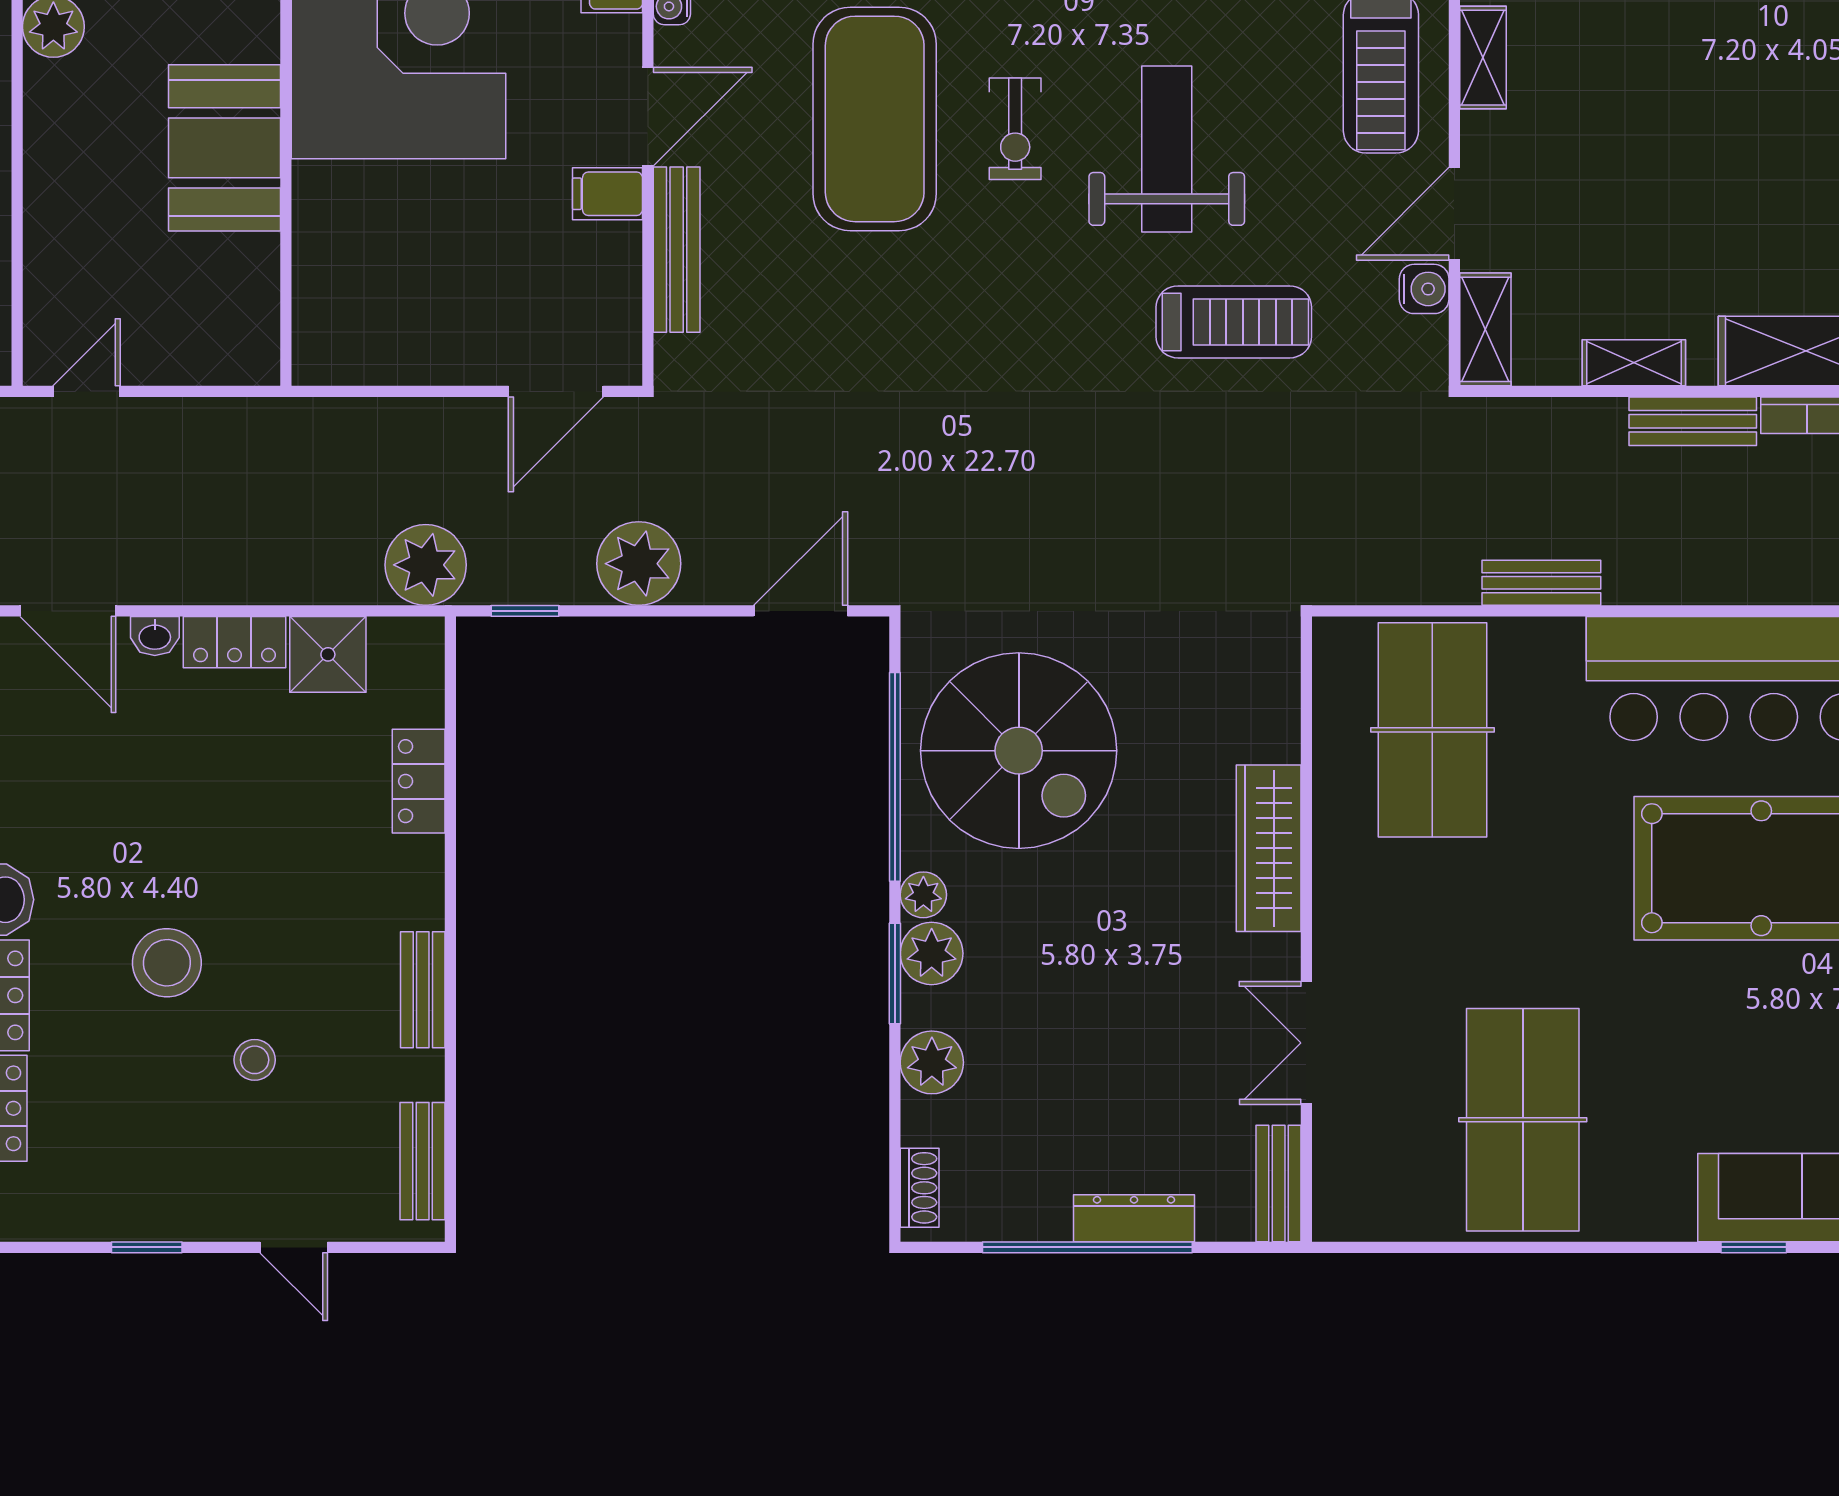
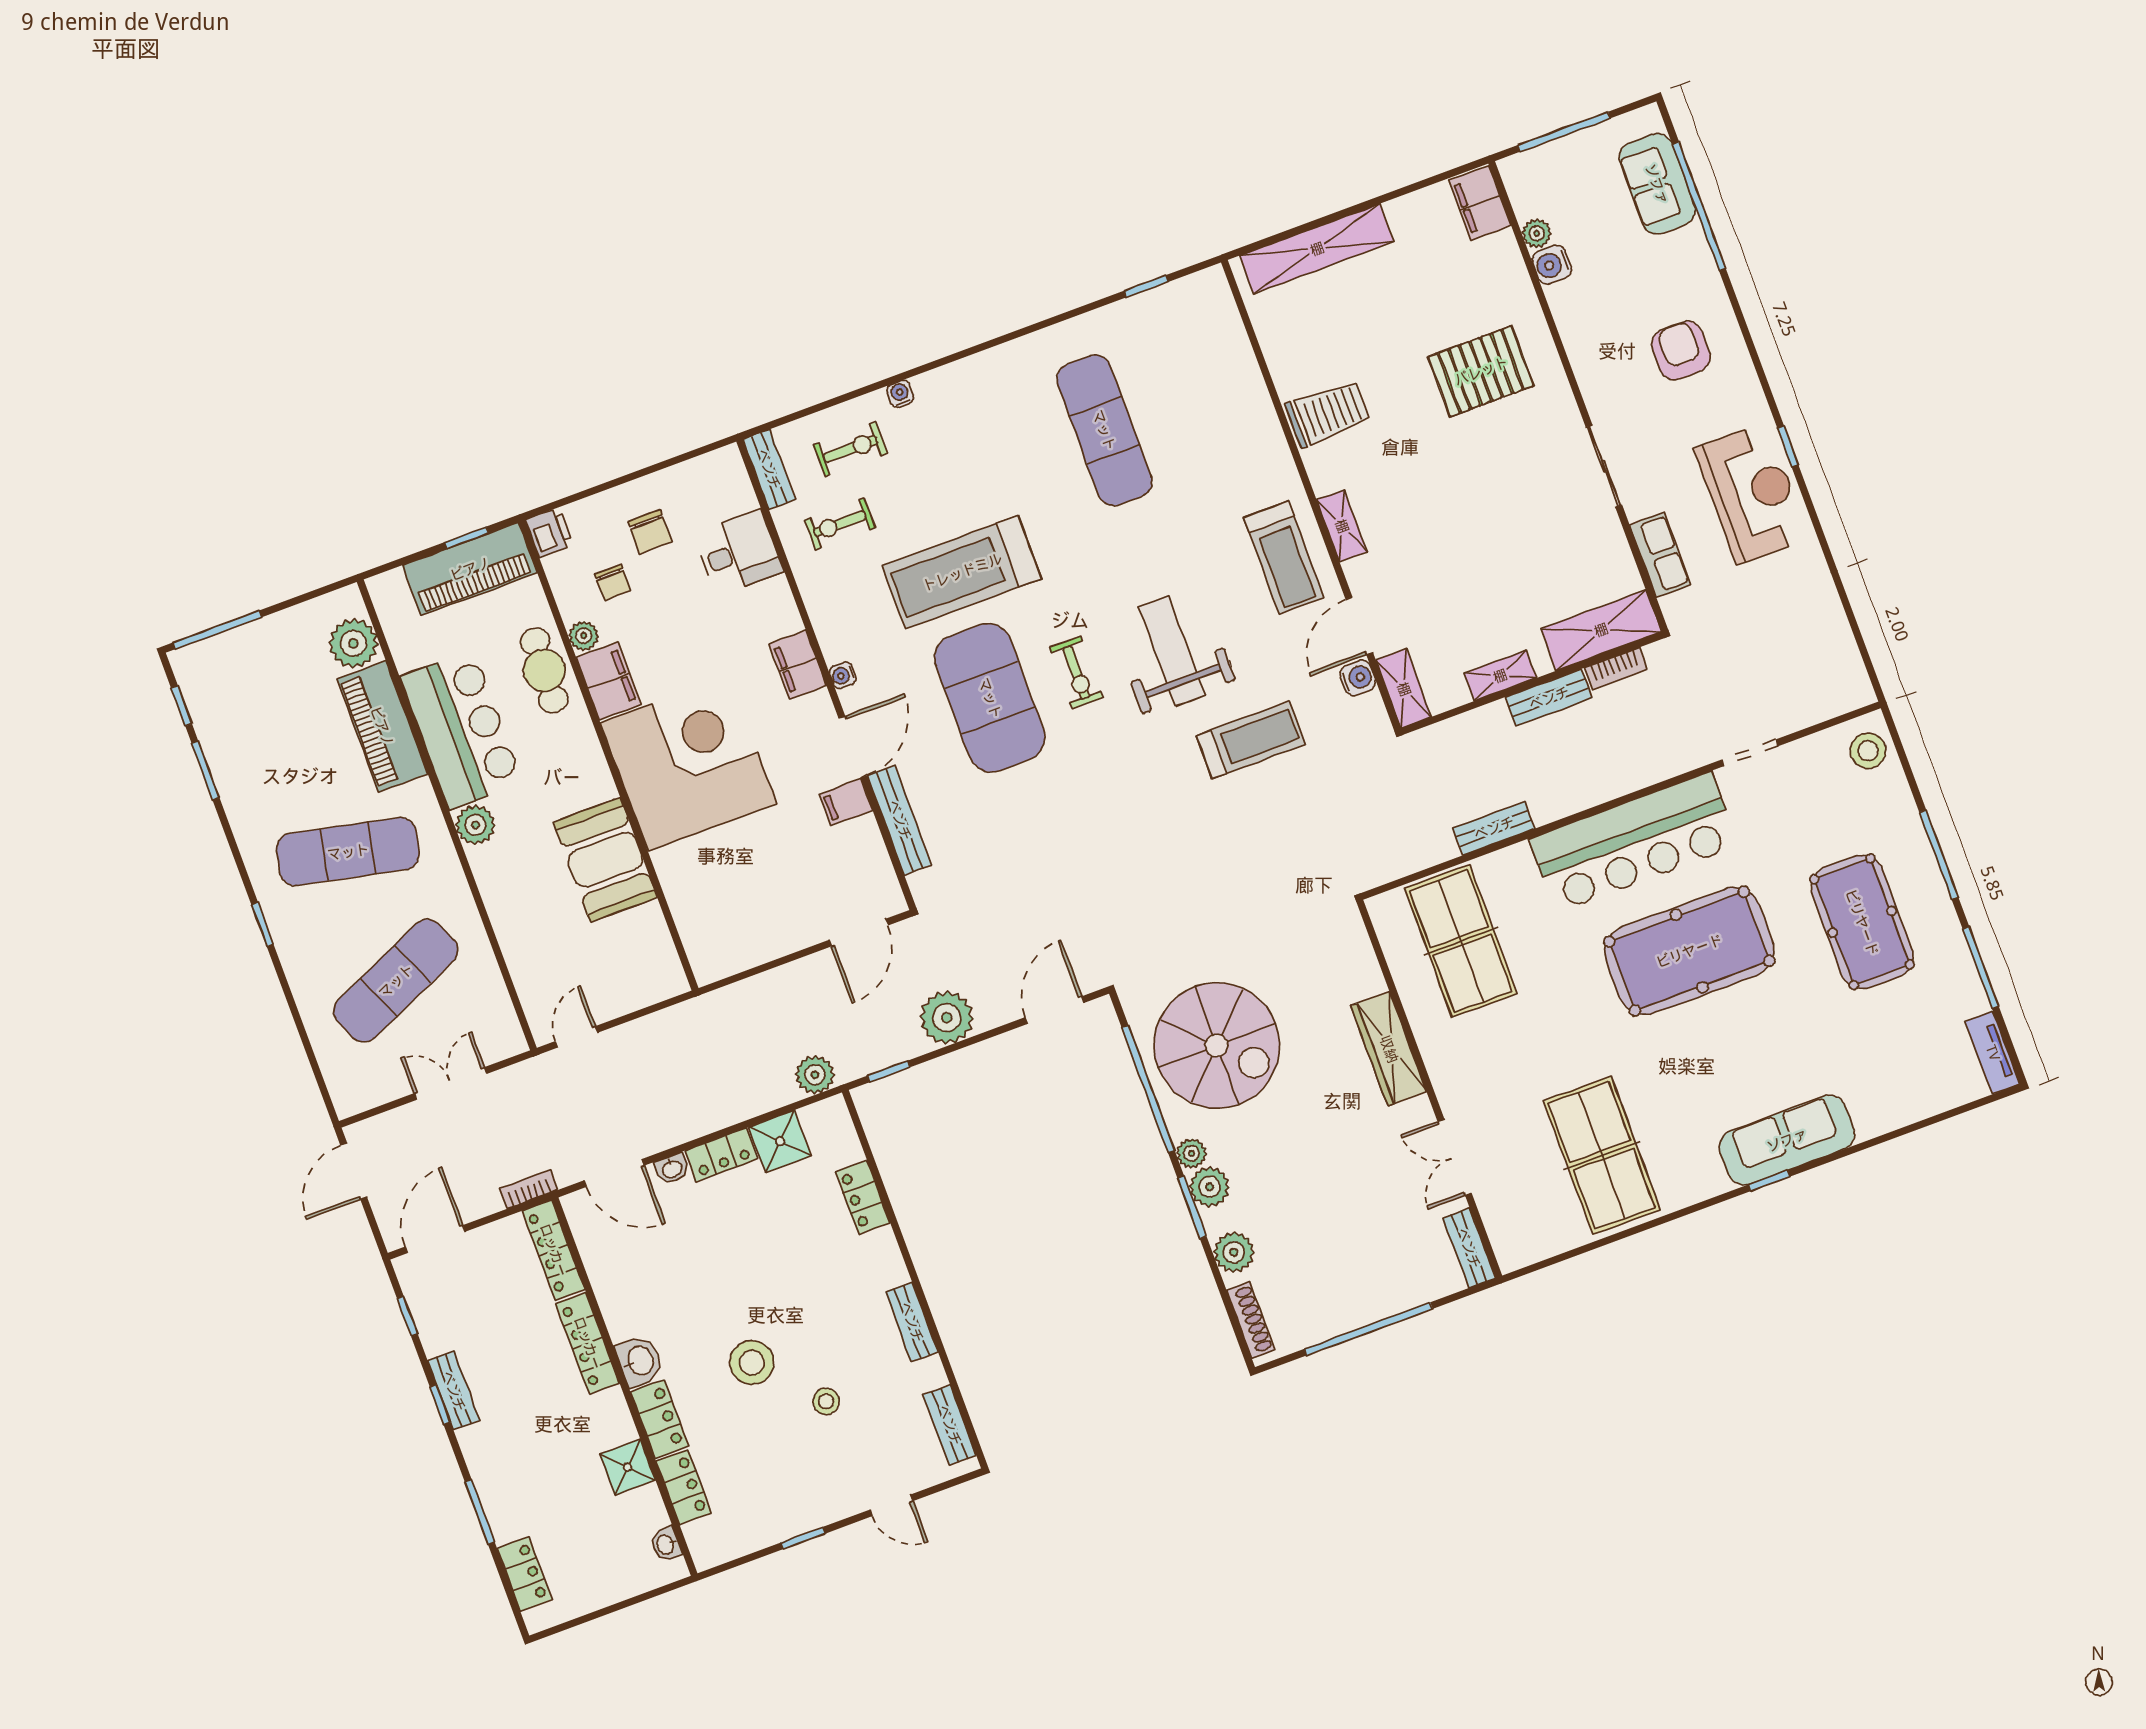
plant: (426, 565) -> (815, 1075), width x0.73, depth x0.73
shoe rack: (920, 1188) -> (1251, 1320), width x1.43
dresser: (1134, 1218) -> (1390, 1301), removed

